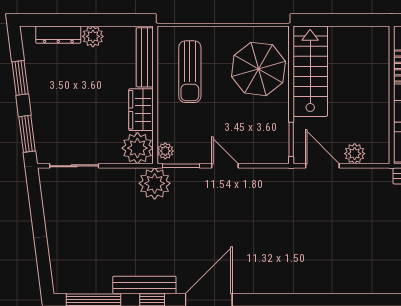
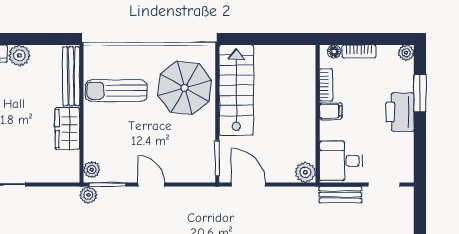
sun lounger: (190, 72) -> (116, 91), turned 90
plant: (137, 148) -> (64, 167), removed
plant: (355, 154) -> (305, 172), moved
plant: (155, 183) -> (88, 195), width x0.53, depth x0.53

